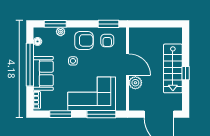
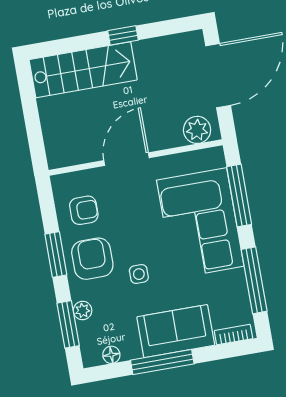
window: (109, 24) -> (56, 255), moved
window: (30, 65) -> (162, 362), width x0.68
stairs: (173, 68) -> (83, 70), moved
plant: (135, 83) -> (197, 130), moved
window: (61, 114) -> (254, 280), width x1.44

